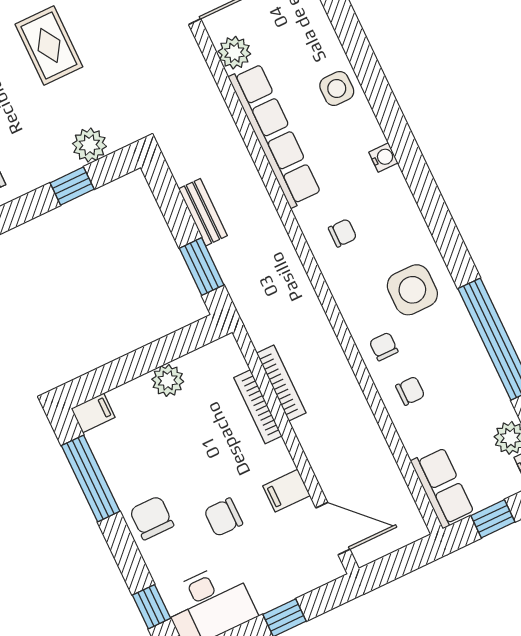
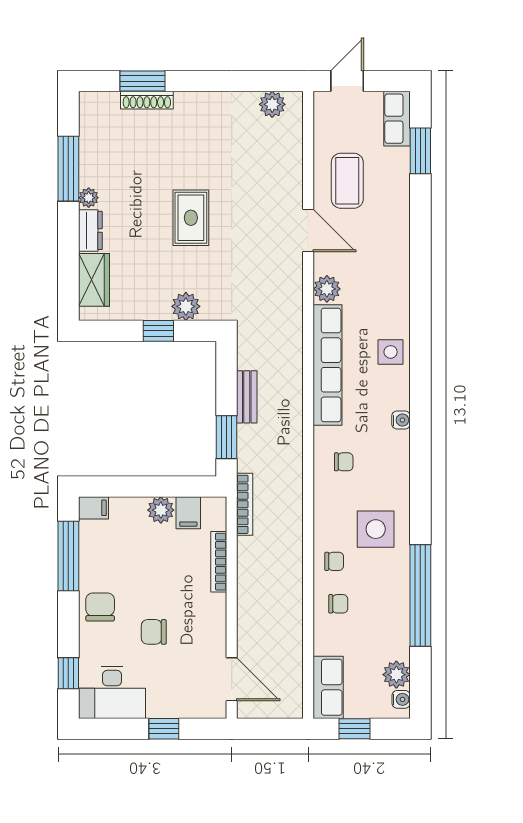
chair: (384, 347) -> (334, 561), turned 90
bookcase: (281, 383) -> (245, 504), moved
filing cabinet: (286, 491) -> (188, 513), moved, turned -90

